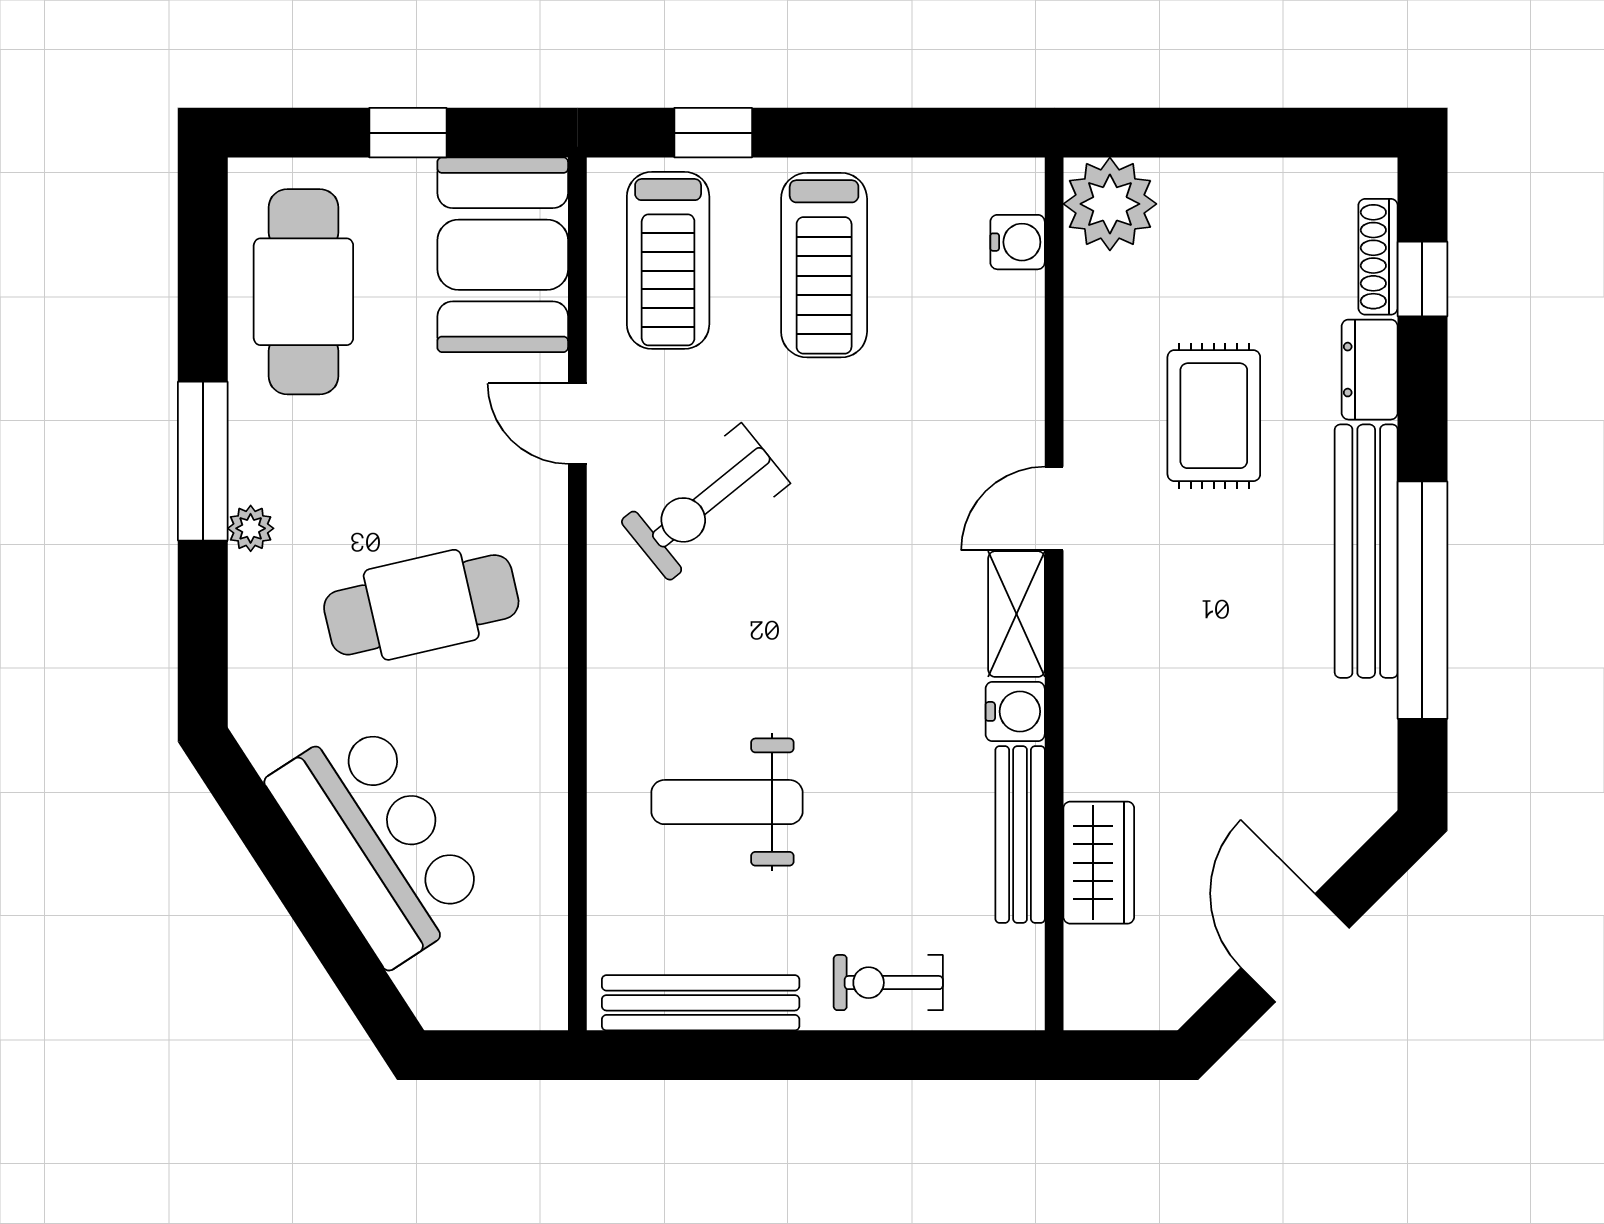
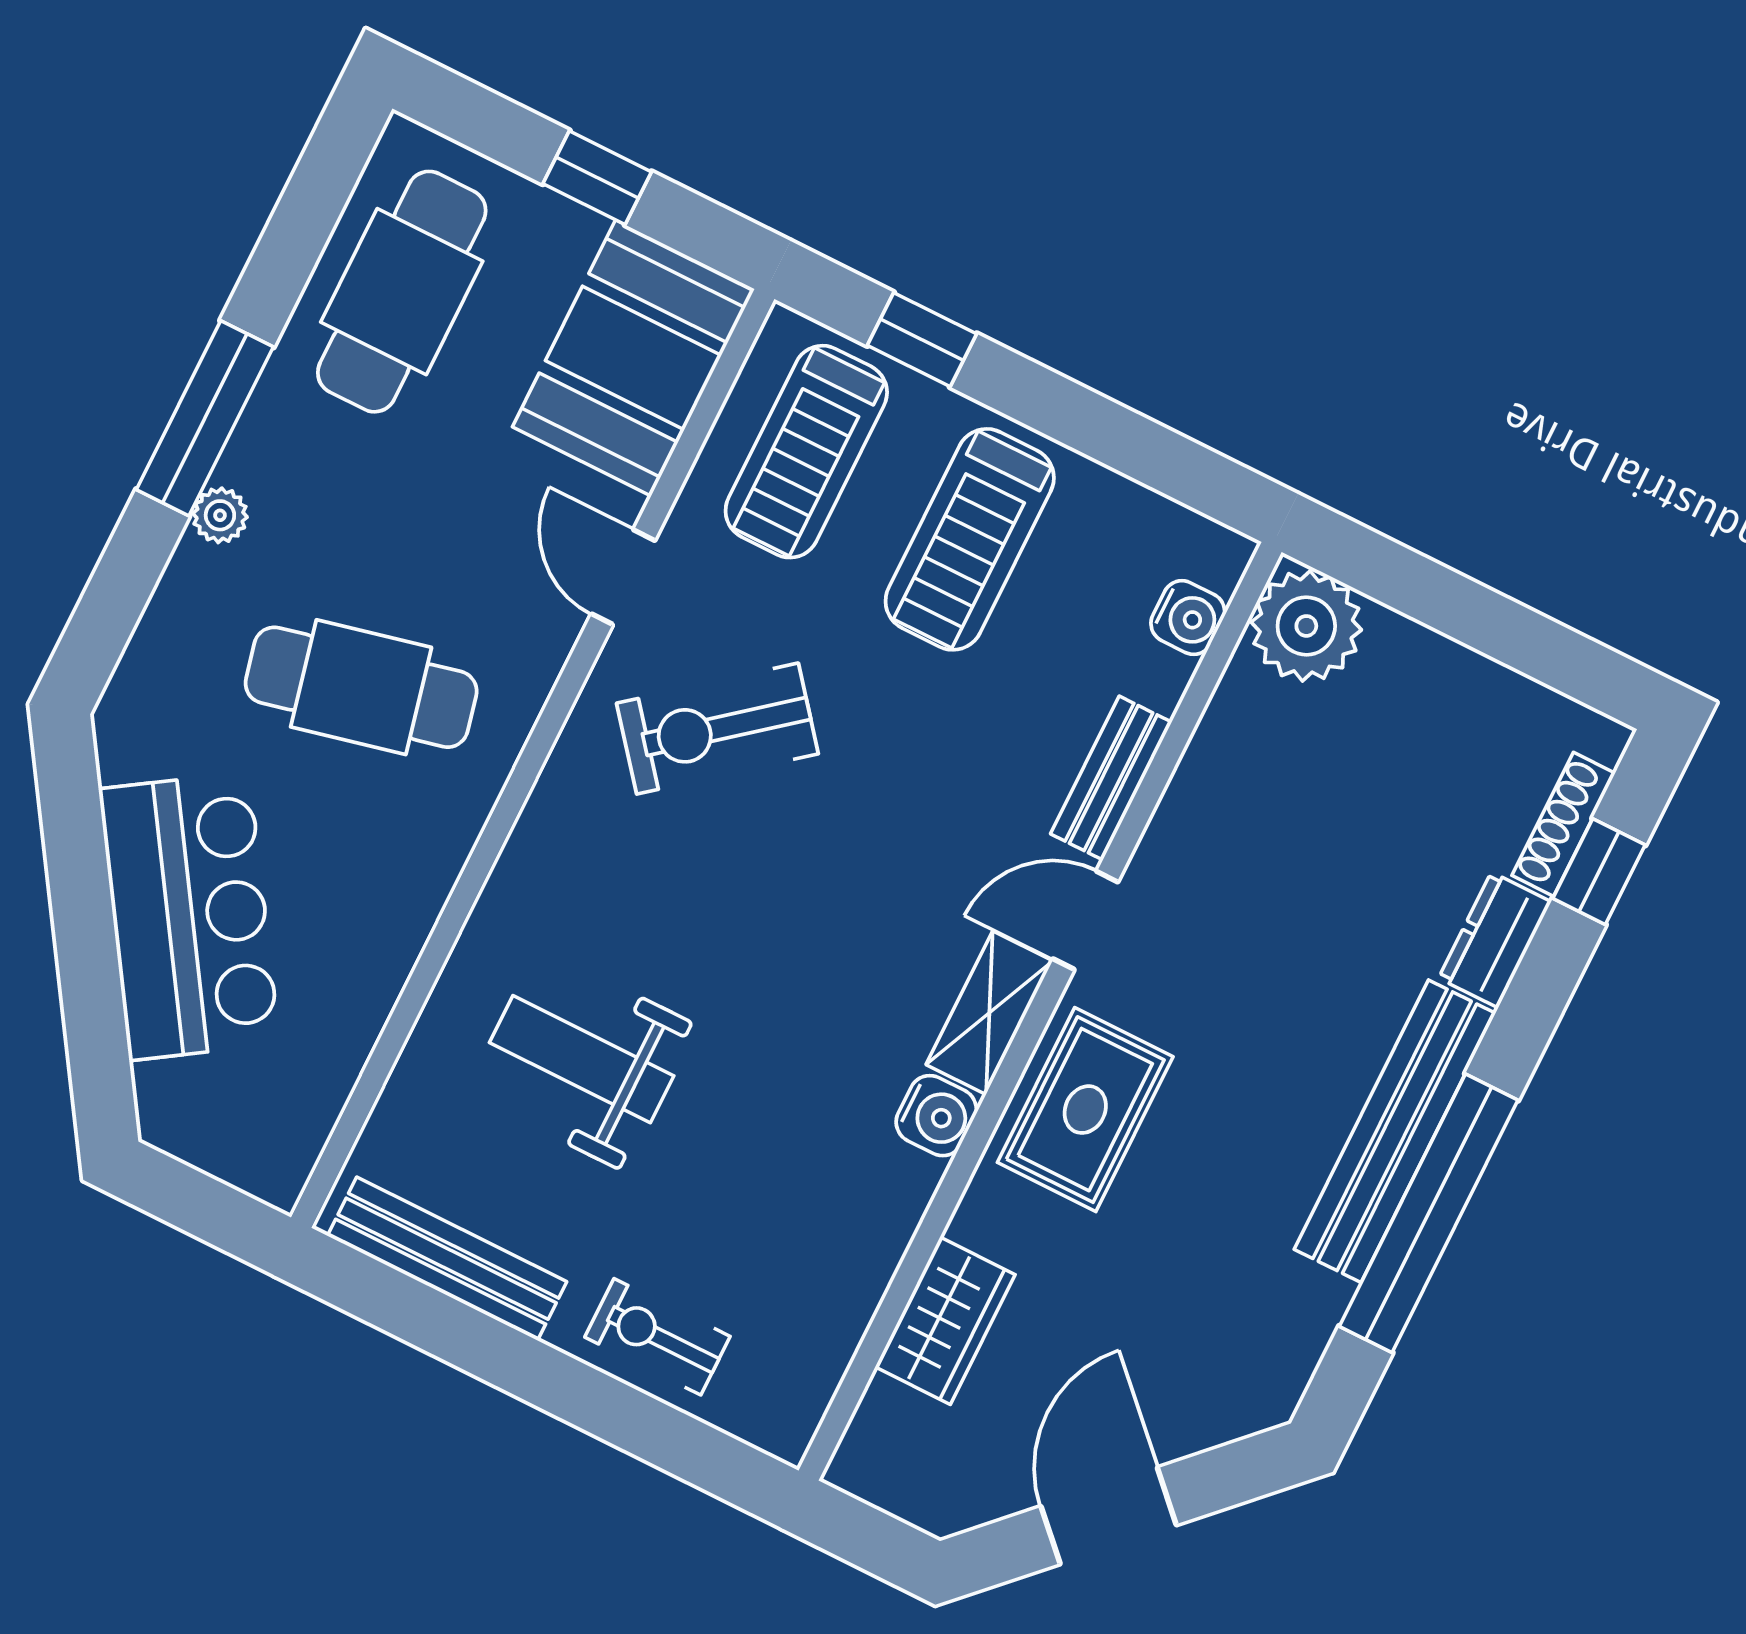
rug: (1214, 416) -> (1085, 1110), moved
bench: (1020, 834) -> (1111, 778), moved, width x0.73

